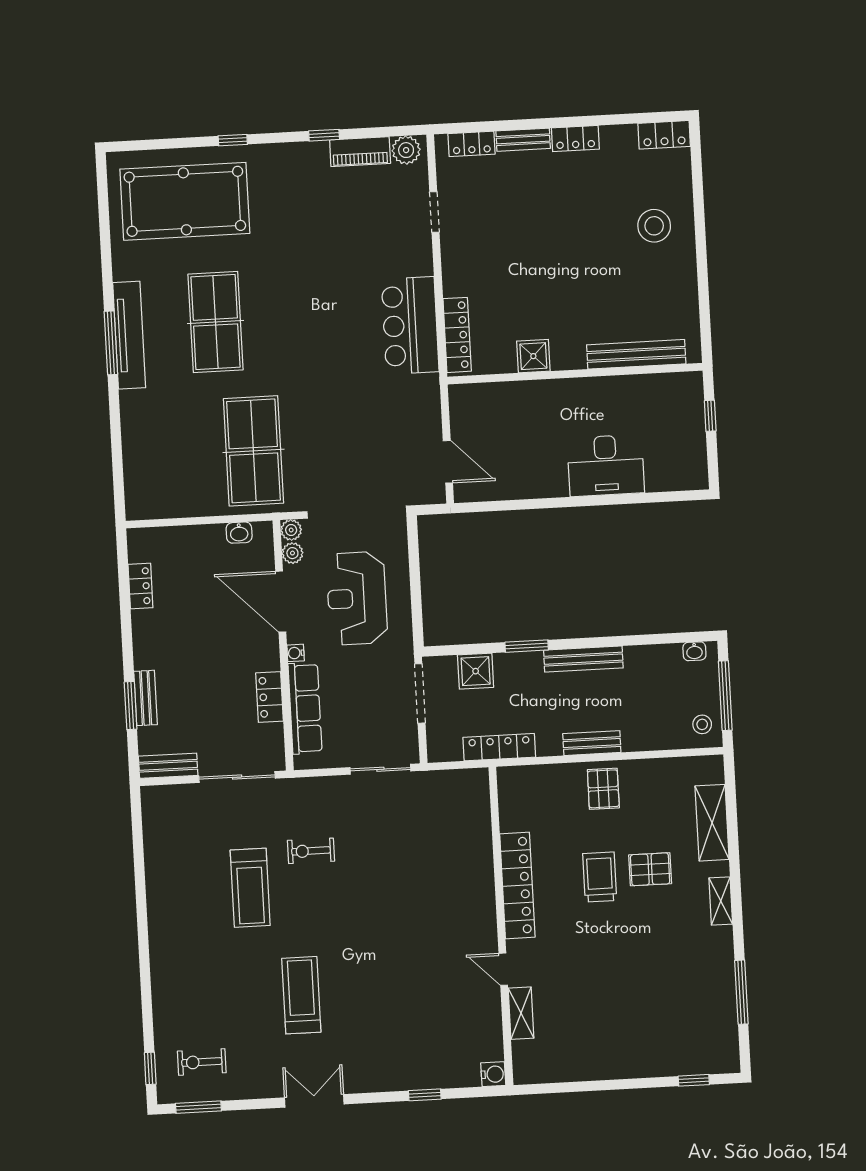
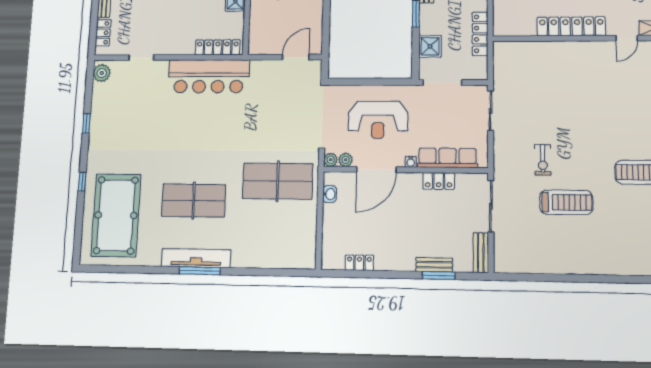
piano: (360, 152) -> (99, 102), removed
bar counter: (410, 326) -> (209, 76), width x1.36

